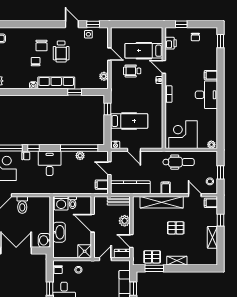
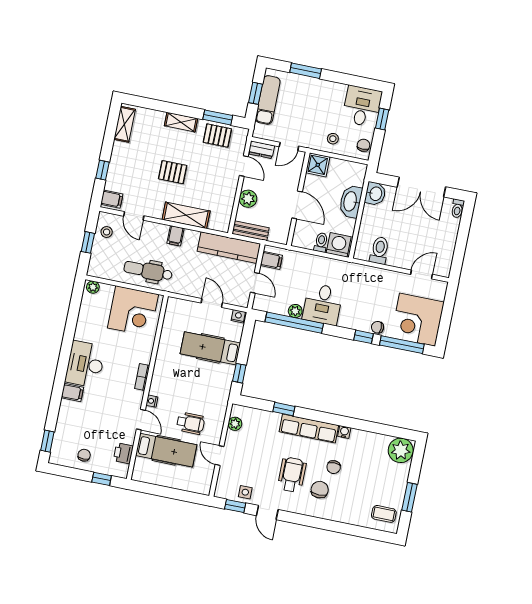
desk: (50, 163) -> (323, 304), moved
shelving: (162, 202) -> (186, 215), width x0.68
toilet: (22, 205) -> (379, 250), moved
shelving: (212, 237) -> (125, 124), moved

